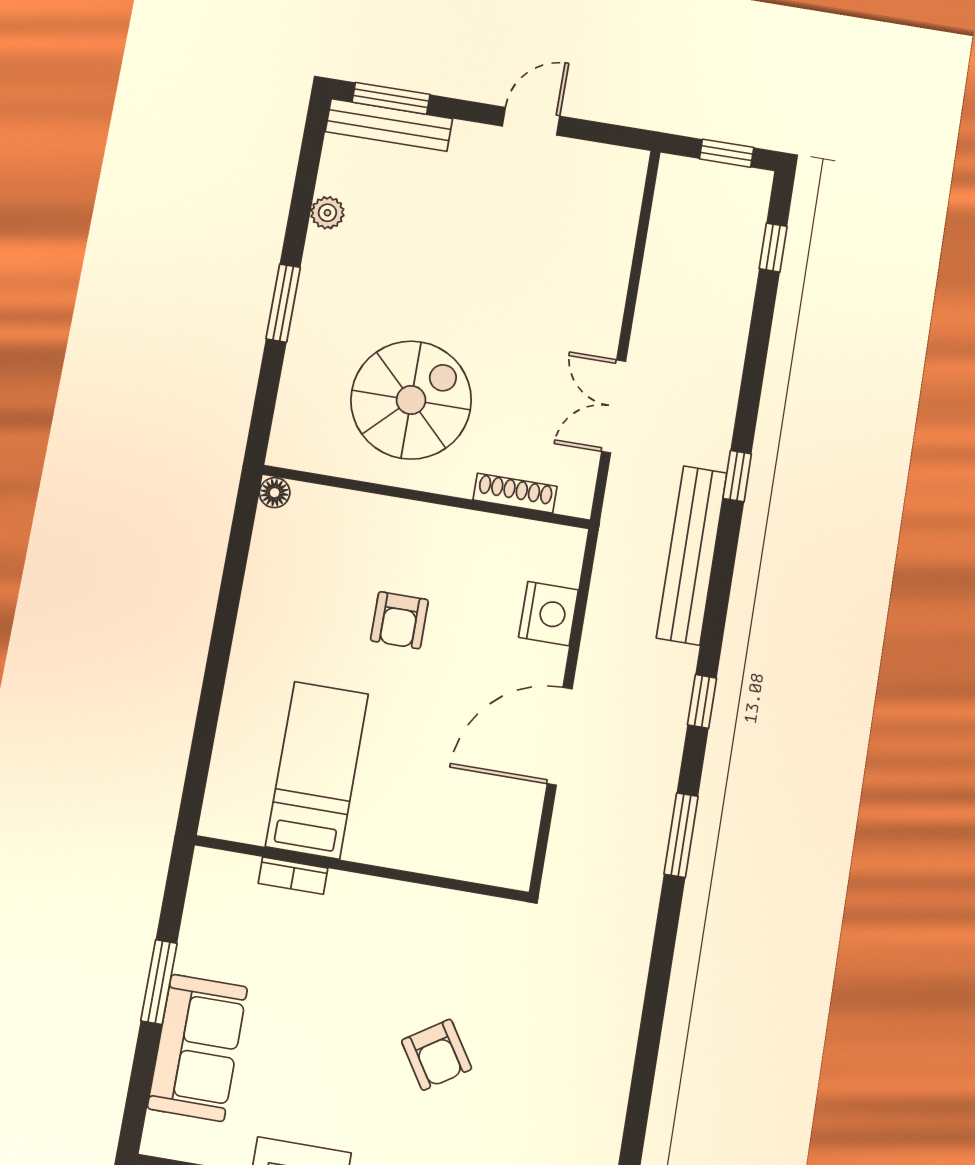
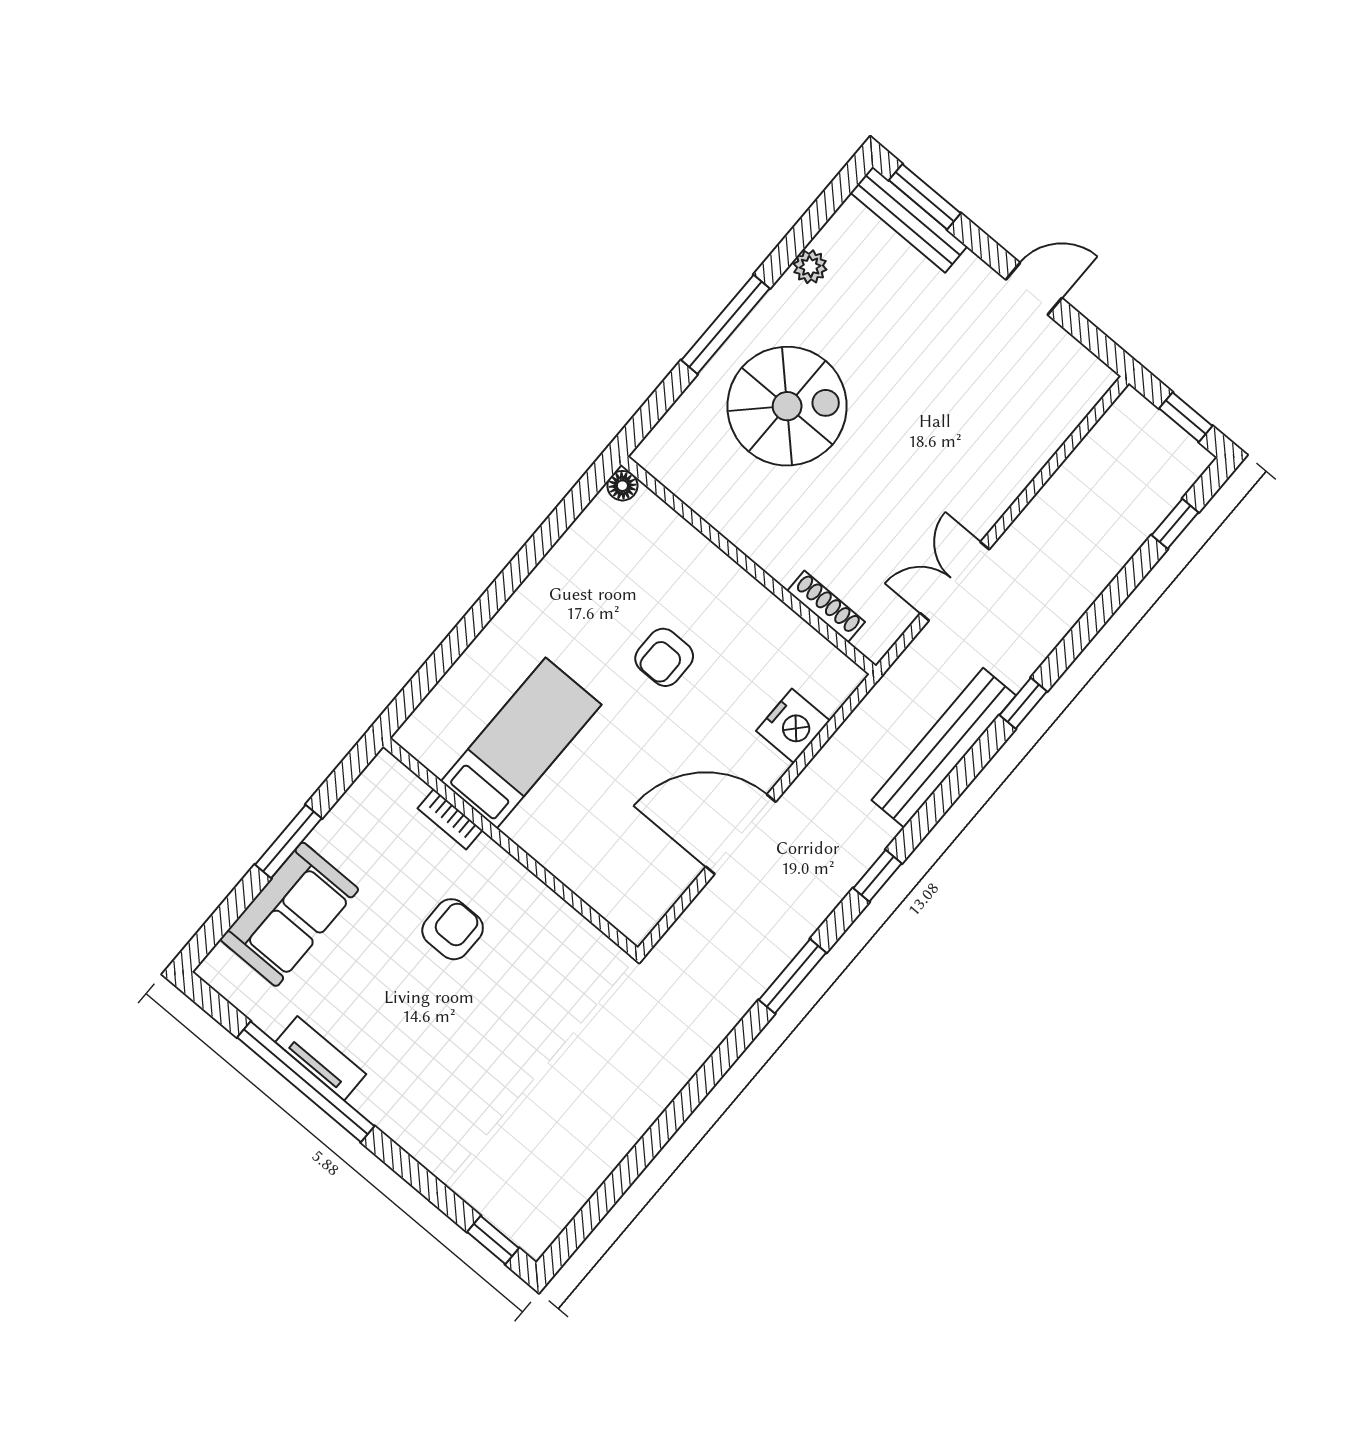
window: (283, 303) -> (726, 324), width x1.44
spiral stairs: (411, 400) -> (787, 406), moved
armchair: (437, 1055) -> (453, 929), moved, turned -147

